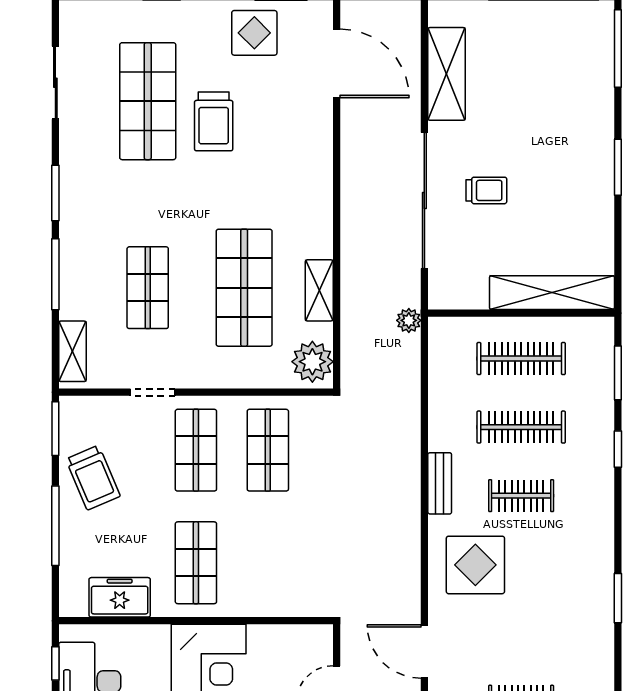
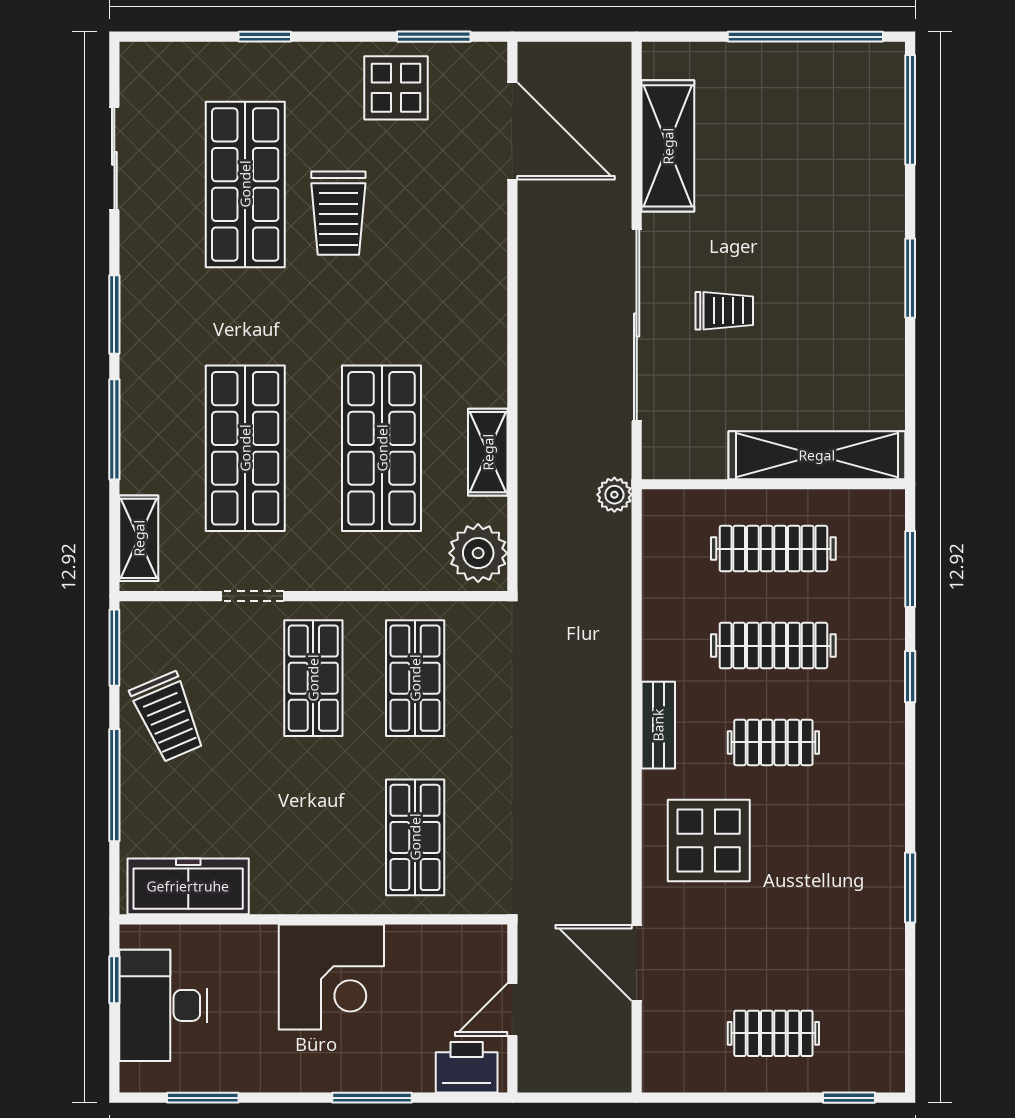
shop shelf: (148, 288) -> (245, 448), width x1.43, depth x1.36
shop shelf: (196, 563) -> (415, 837), moved
freezer: (120, 597) -> (188, 886), width x1.40

